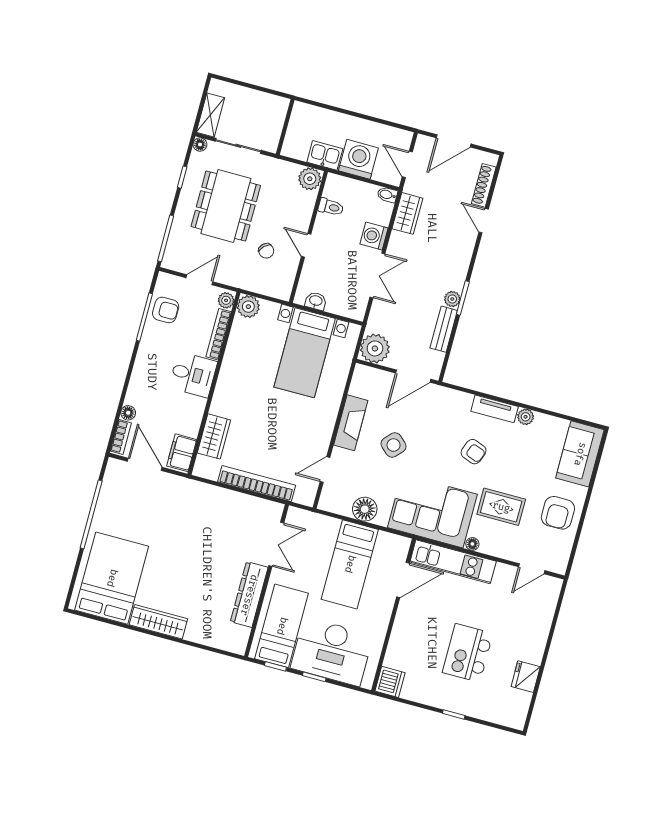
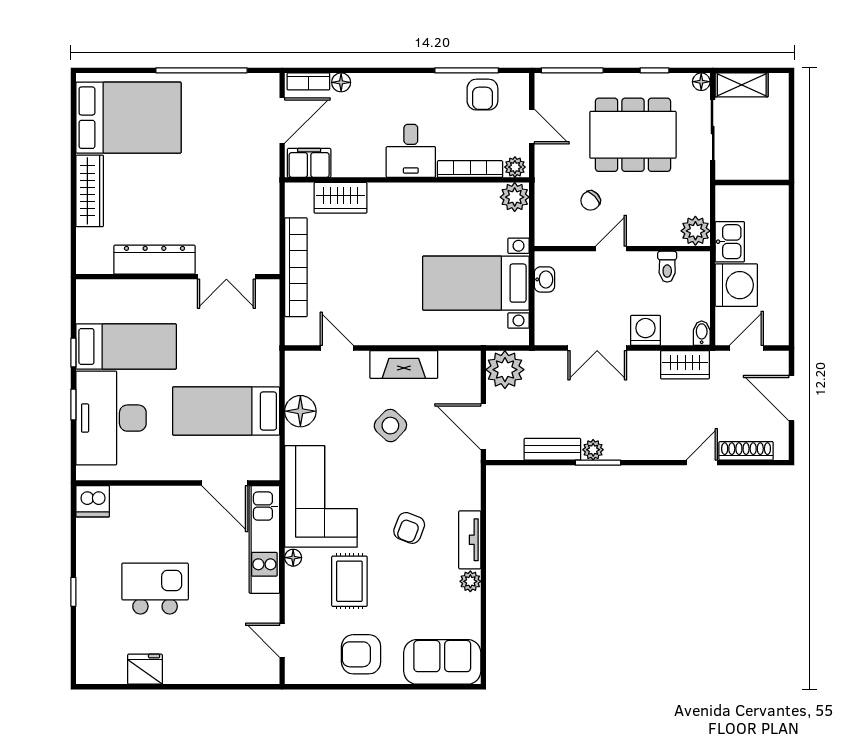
double door: (276, 544) -> (226, 277), moved
wall: (267, 581) -> (178, 277), moved
dresser: (249, 595) -> (154, 260), moved

